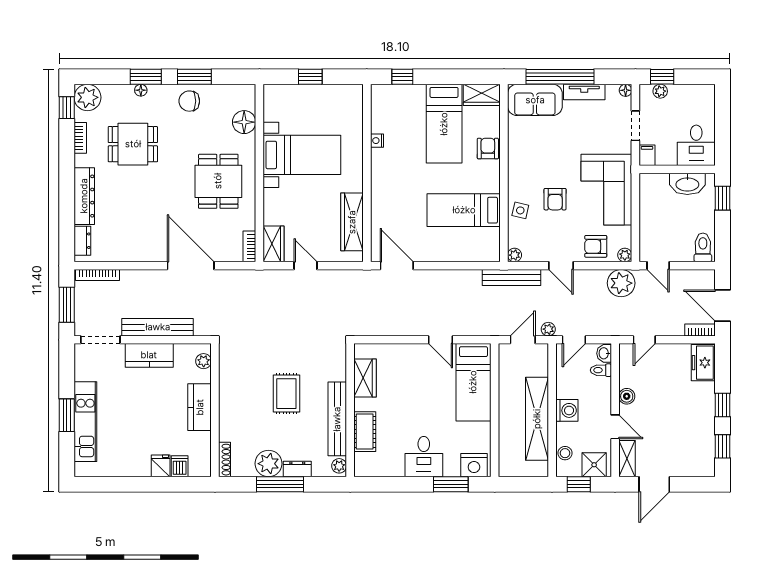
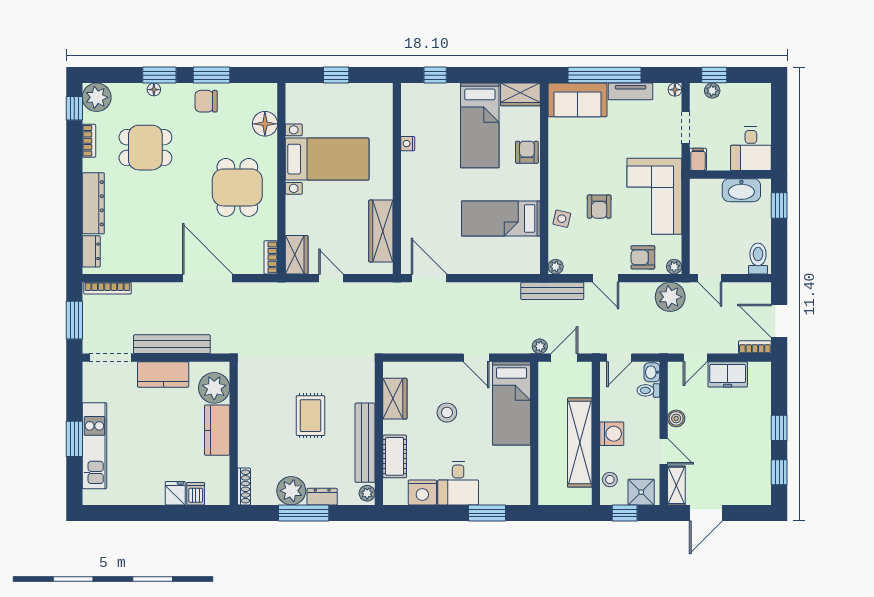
plant: (548, 329) -> (540, 346), moved
plant: (204, 361) -> (214, 388), width x1.88, depth x1.88
freezer: (703, 363) -> (728, 374), moved, turned -90
stool: (413, 391) -> (447, 413), added
nightstand: (474, 465) -> (422, 492), moved

